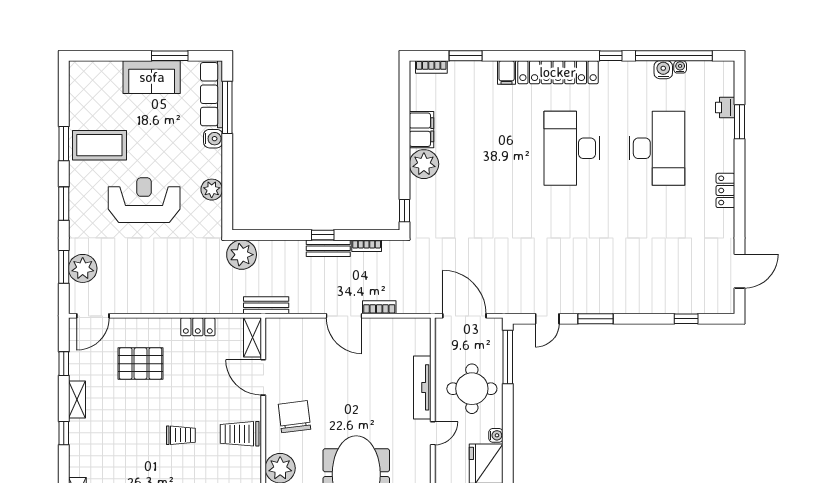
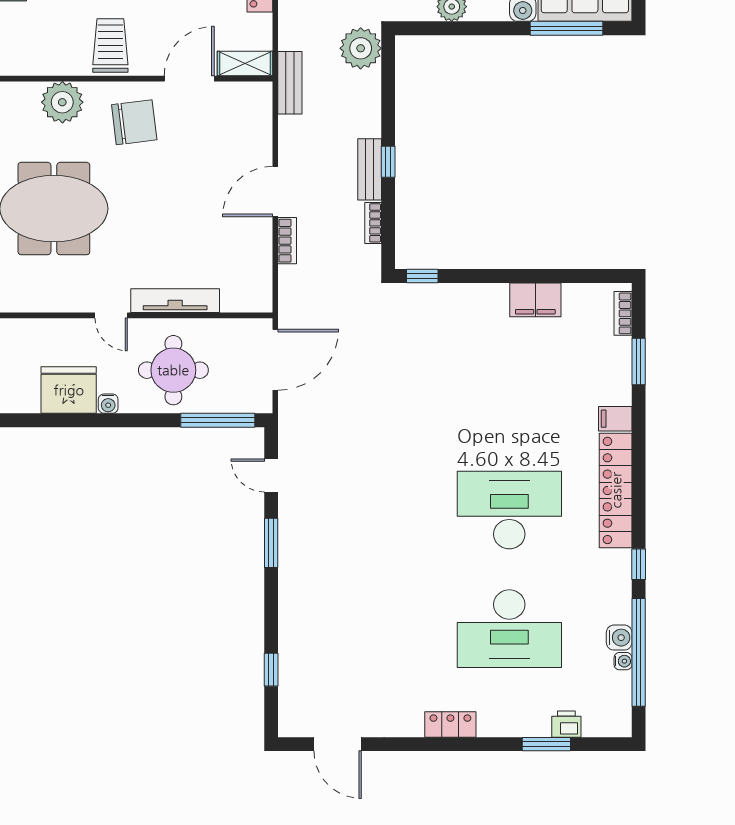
plant: (424, 164) -> (487, 303), removed

